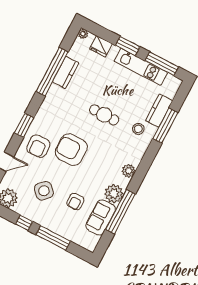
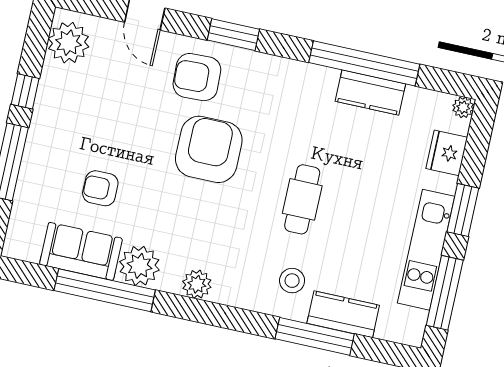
side table: (44, 191) -> (105, 115), removed

